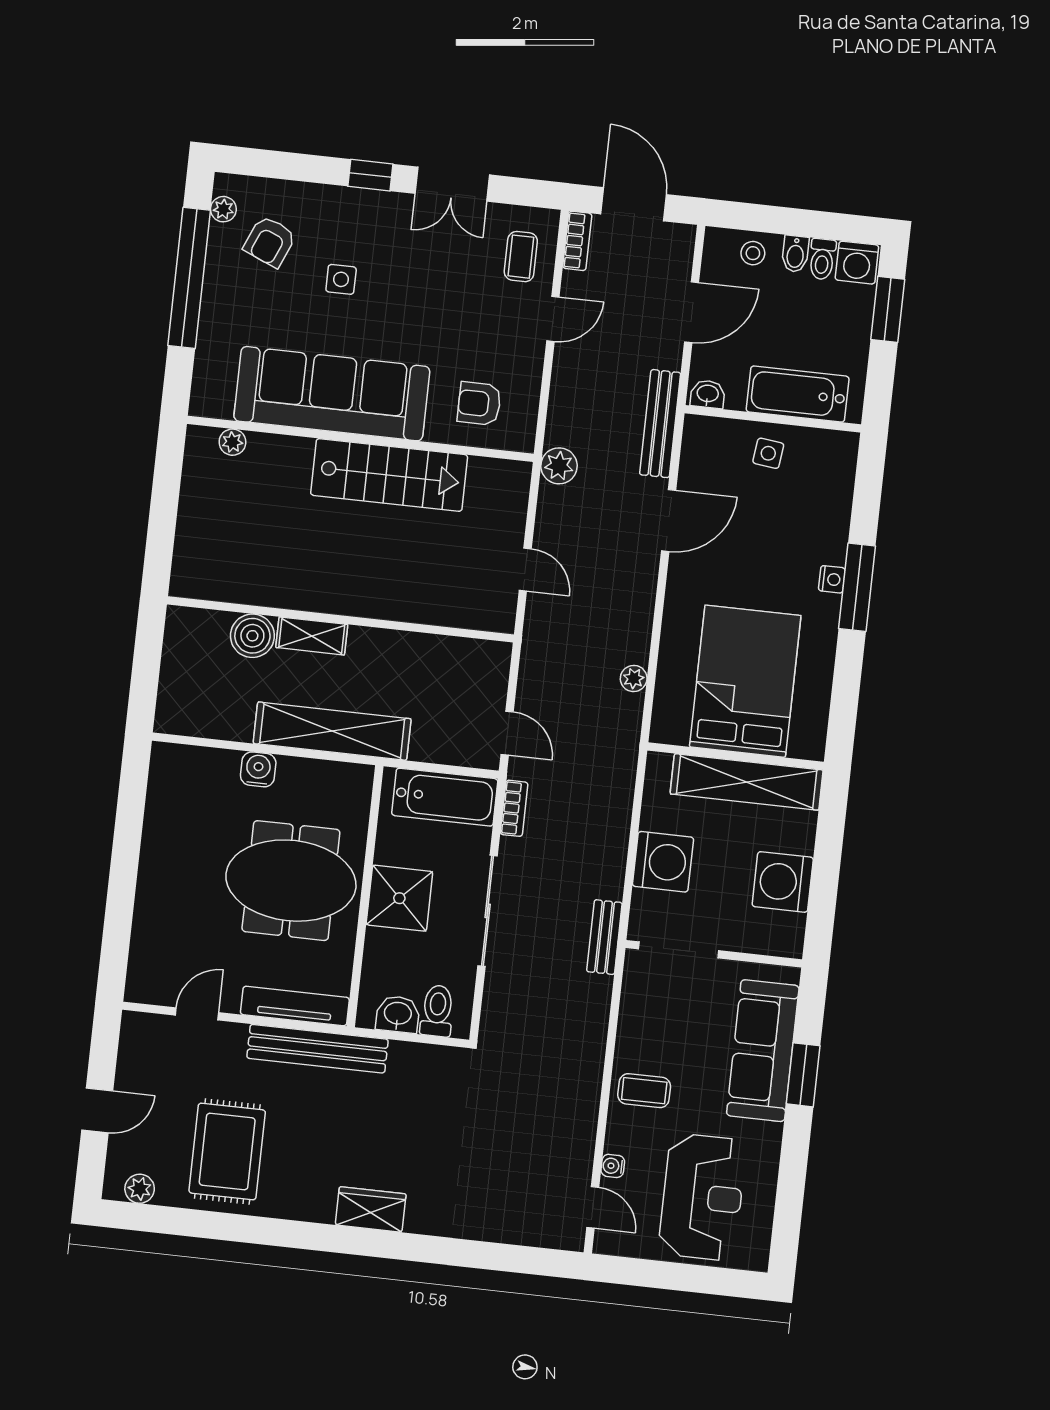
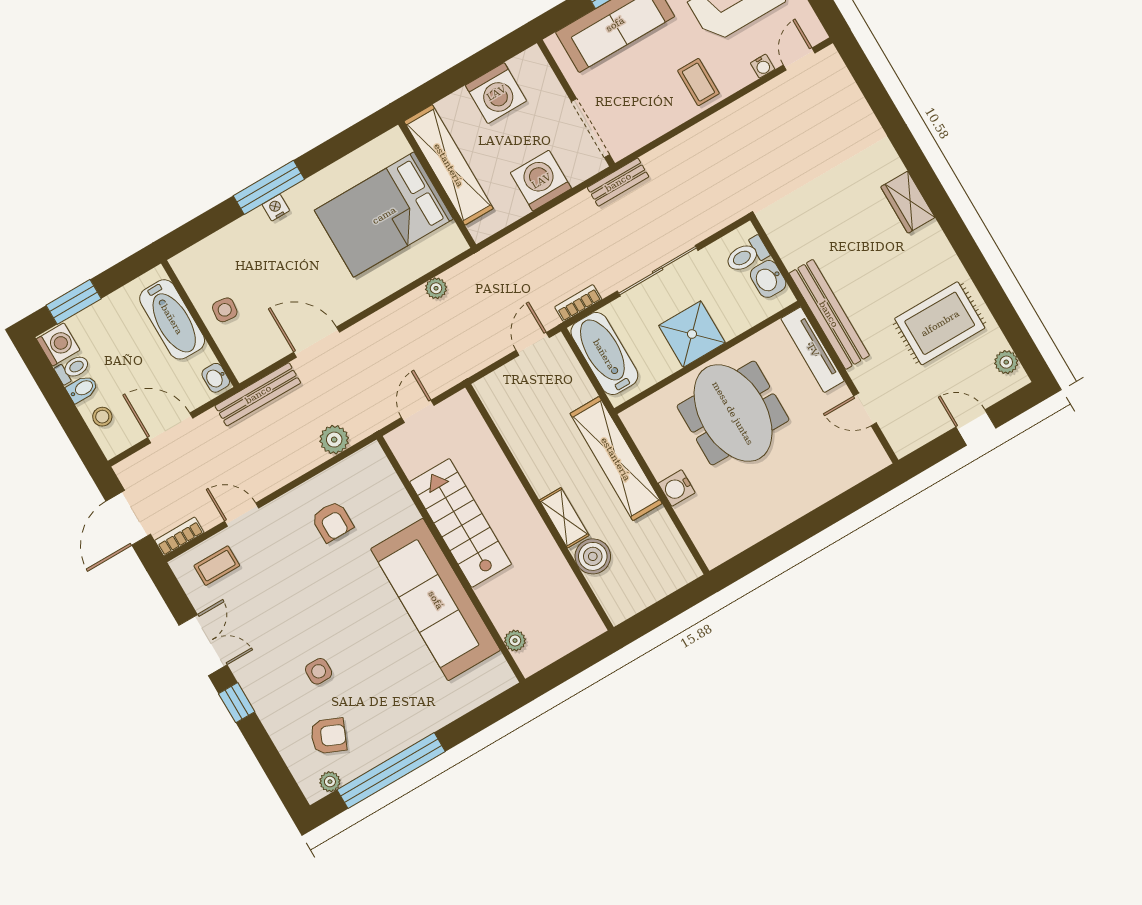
sofa: (332, 394) -> (436, 600), moved
wall: (360, 439) -> (451, 559), moved
plant: (232, 442) -> (515, 641), moved
stairs: (389, 475) -> (461, 523), moved

